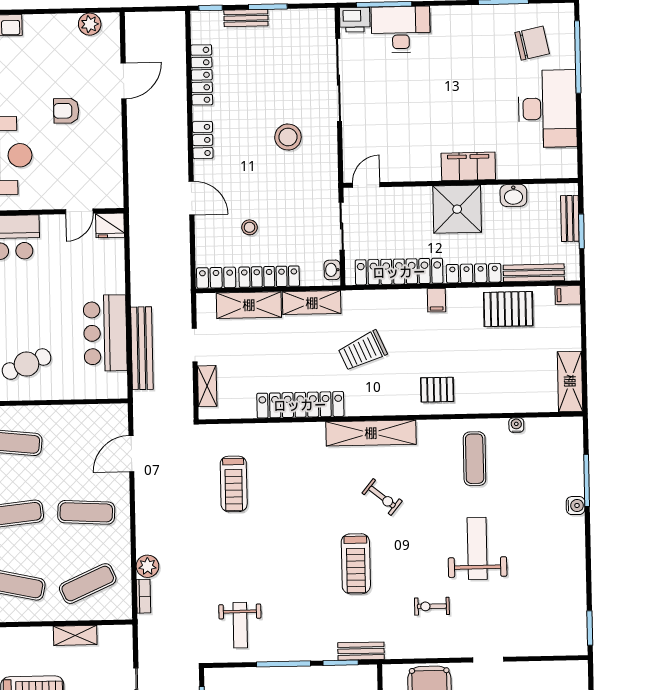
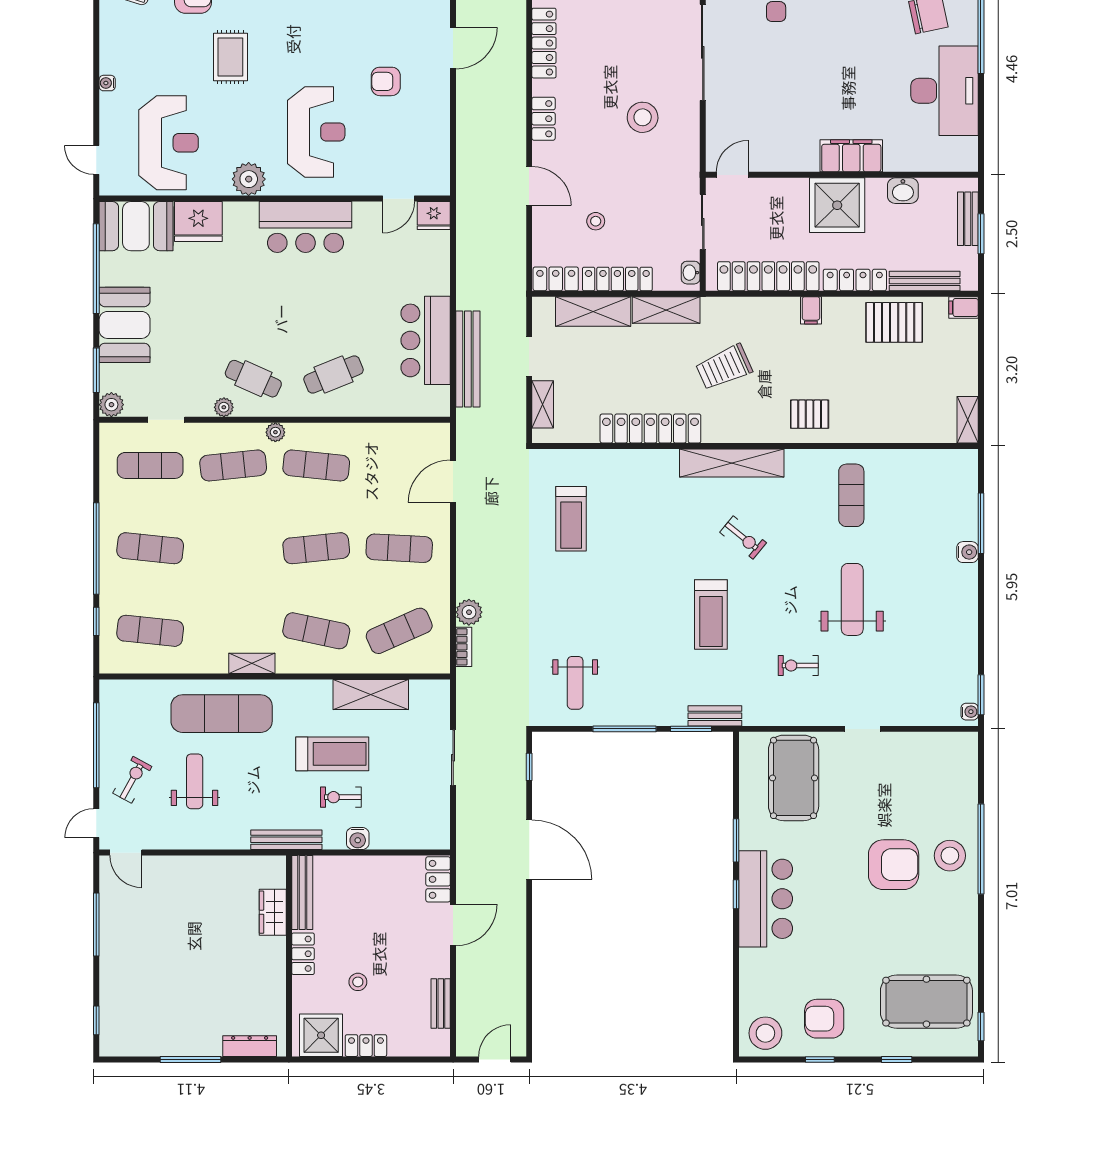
shelving: (570, 381) -> (968, 420), width x0.67, depth x0.75
water cooler: (516, 425) -> (970, 712), moved, turned 90
shelving: (75, 635) -> (371, 694), width x1.50, depth x1.33

